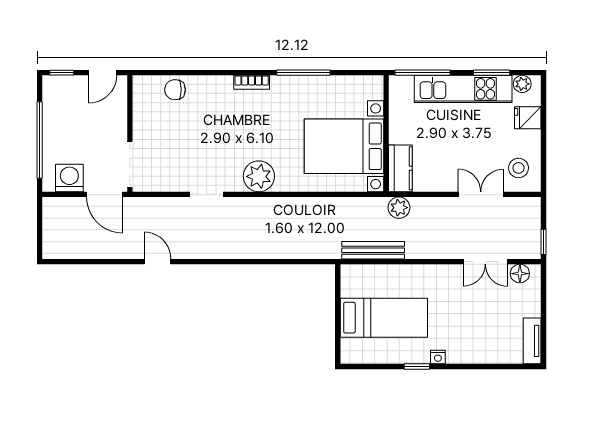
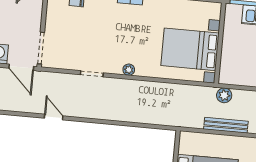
kitchen counter: (400, 168) -> (228, 68), removed
plant: (259, 176) -> (129, 70), width x0.53, depth x0.53
bench: (373, 250) -> (226, 125), moved

